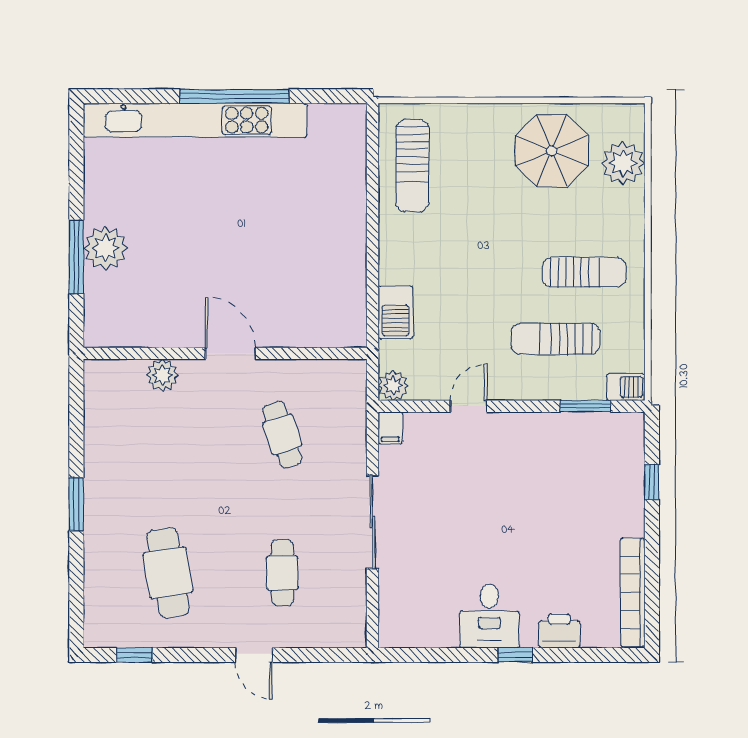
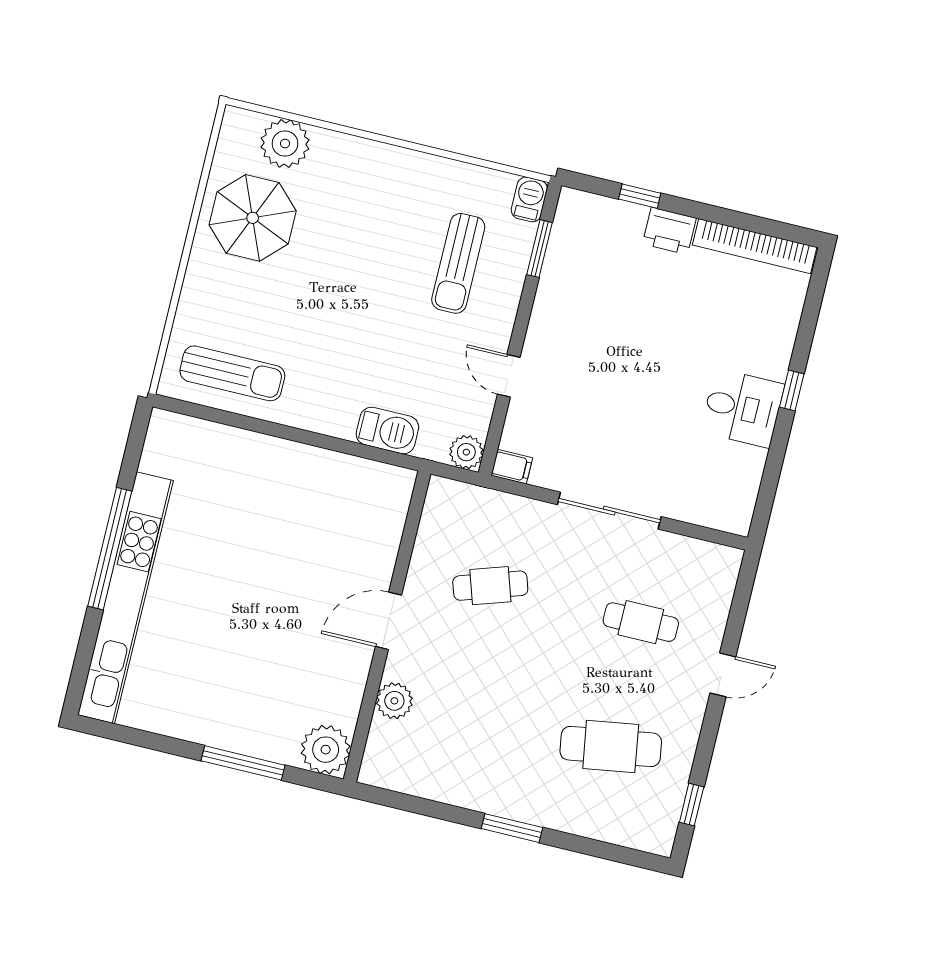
plant: (105, 248) -> (326, 750), moved
sun lounger: (584, 272) -> (393, 214), removed
printer: (559, 631) -> (669, 231), moved, turned -90

